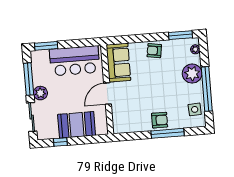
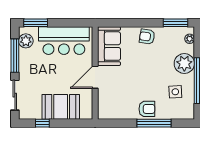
plant: (40, 93) -> (26, 41), moved
side table: (195, 109) -> (175, 92), moved

